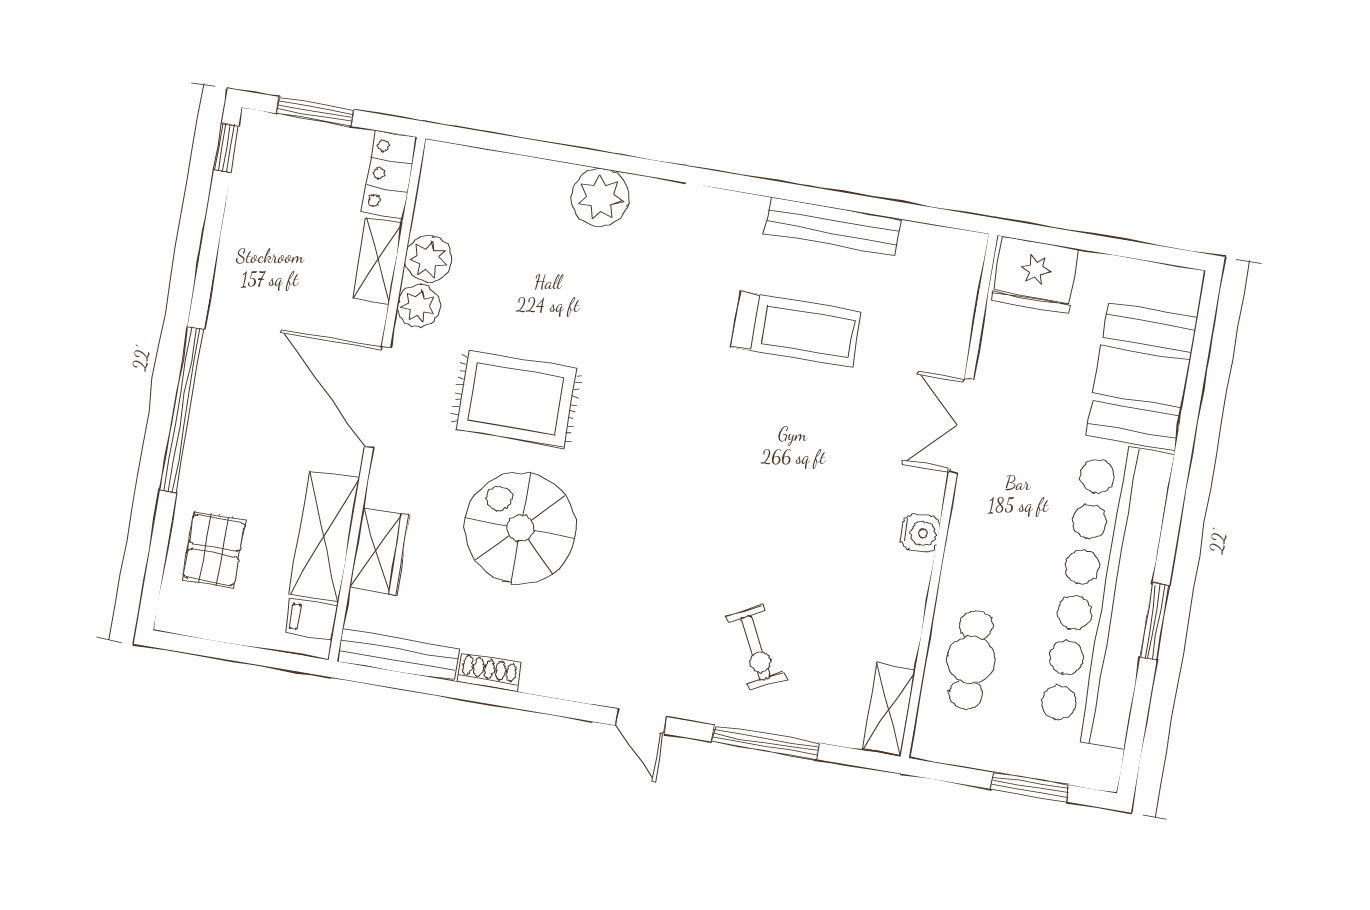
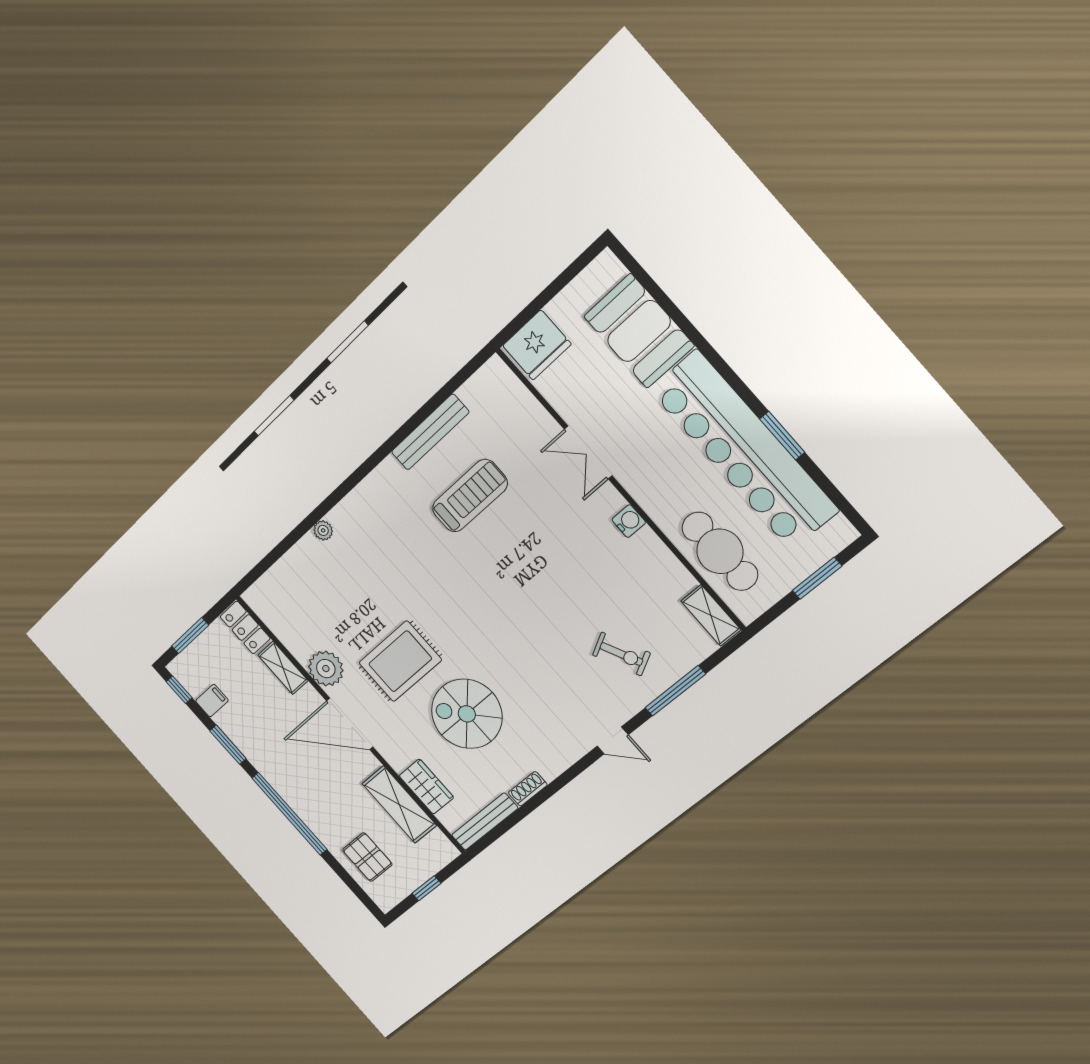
plant: (600, 197) -> (323, 530), width x0.53, depth x0.53
plant: (429, 259) -> (300, 644), removed
window: (207, 264) -> (228, 745), added
plant: (419, 306) -> (326, 669), width x1.36, depth x1.36
filing cabinet: (311, 619) -> (212, 701), moved, turned 180
window: (240, 653) -> (426, 888), added
cafe table: (971, 660) -> (720, 551), width x1.37, depth x1.35

